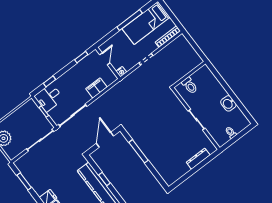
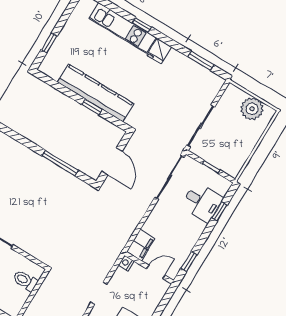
door: (105, 59) -> (156, 272), swing flipped
filing cabinet: (96, 88) -> (141, 245), moved
desk: (49, 98) -> (202, 202), moved, turned 90

